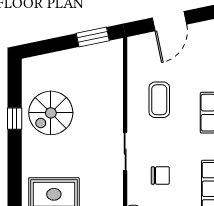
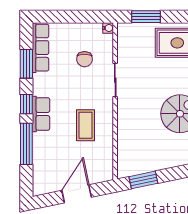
chair: (160, 176) -> (85, 59), turned -90

